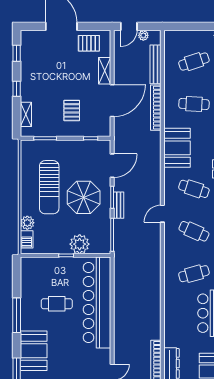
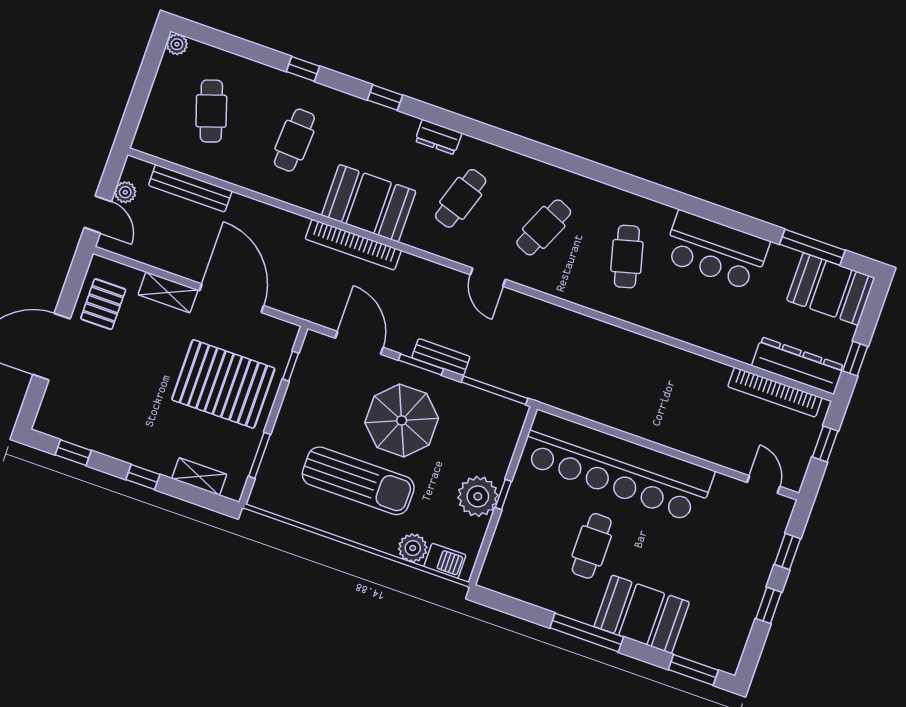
bookcase: (156, 108) -> (353, 245), moved
pallet: (72, 110) -> (223, 384), width x2.05, depth x2.00
plant: (80, 244) -> (478, 496), moved
booth: (34, 351) -> (642, 614), moved

